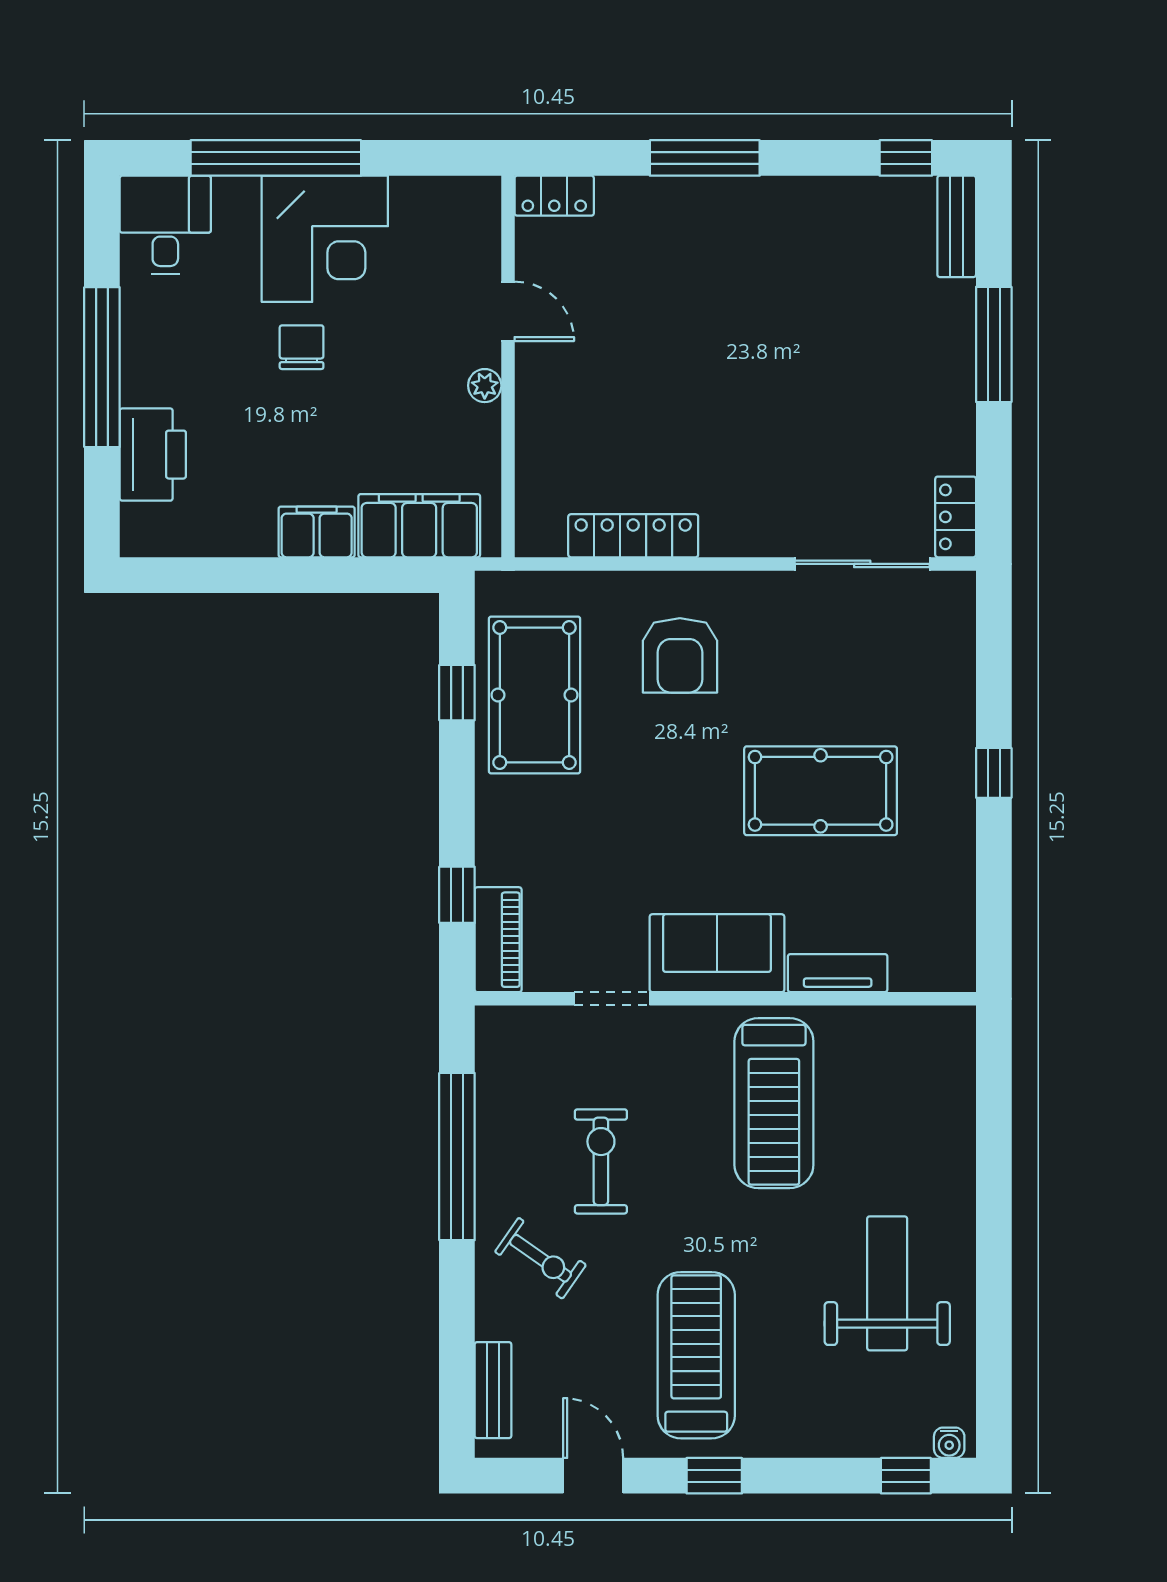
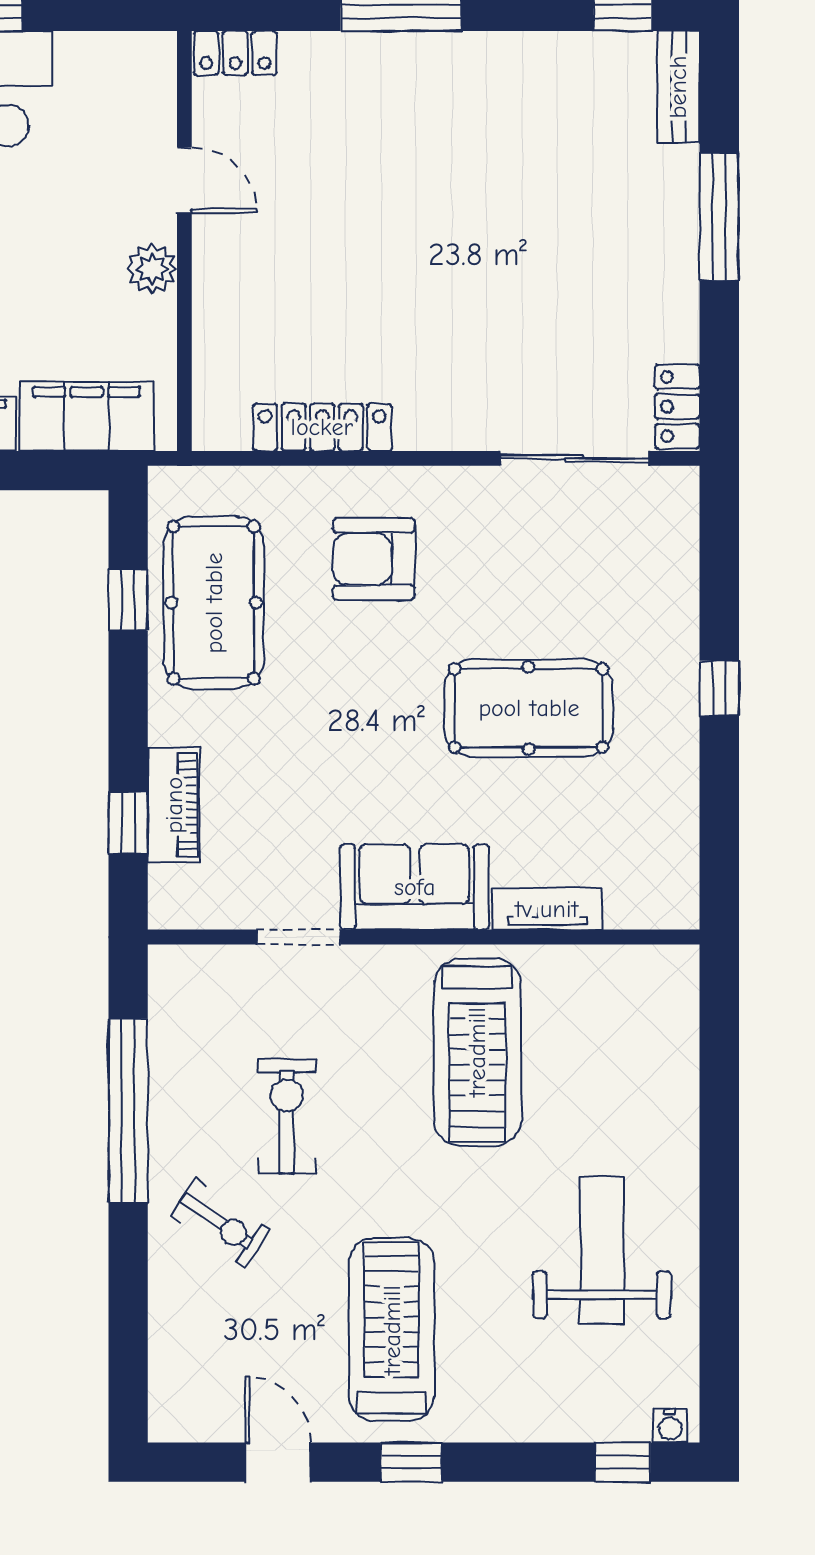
plant: (485, 386) -> (152, 269), width x1.38, depth x1.38
armchair: (680, 655) -> (374, 559), turned 90
piano: (498, 940) -> (174, 805), moved
bench: (493, 1390) -> (168, 1368), removed

